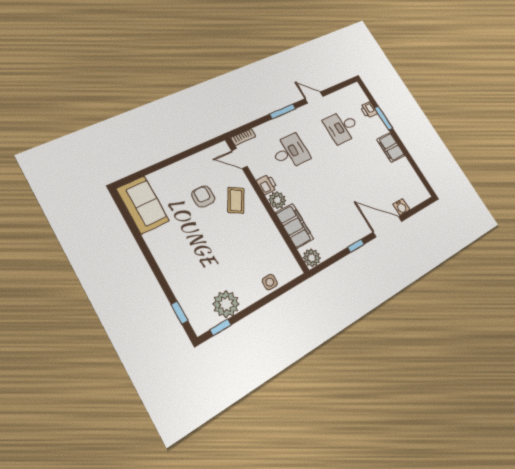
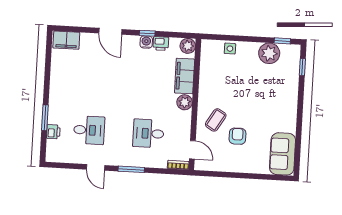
filing cabinet: (391, 147) -> (66, 40), moved, turned 90
printer: (267, 184) -> (161, 44), moved, turned -90
armchair: (203, 197) -> (237, 136), turned 180
water cooler: (401, 207) -> (146, 42), moved
door: (388, 227) -> (110, 31), width x0.73

